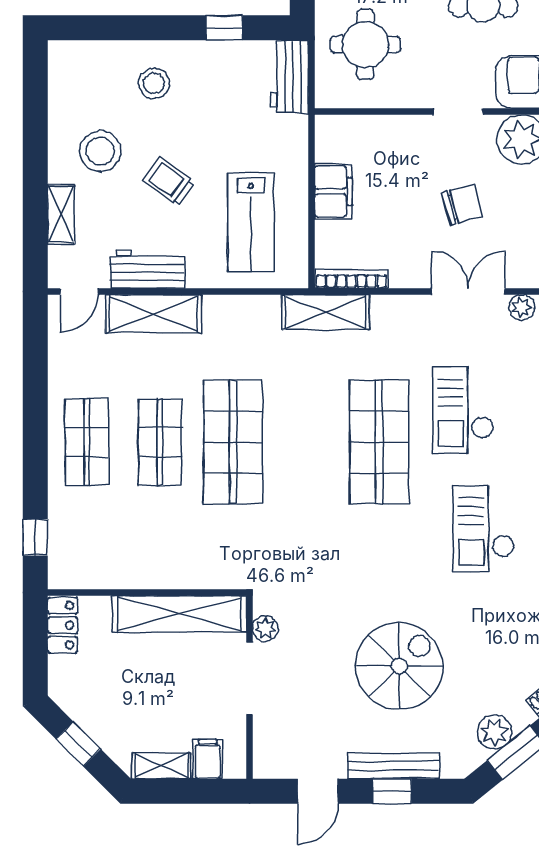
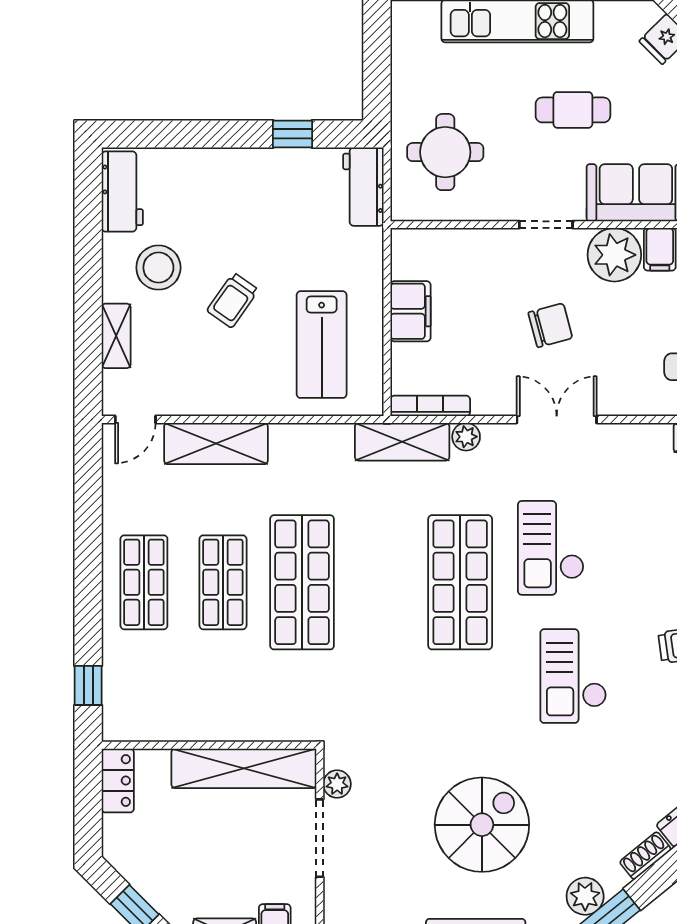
stool: (154, 83) -> (217, 194), removed
trolley: (169, 181) -> (233, 300), turned -92
workbench: (148, 269) -> (122, 192), moved, turned 90
plant: (522, 307) -> (466, 437), moved

